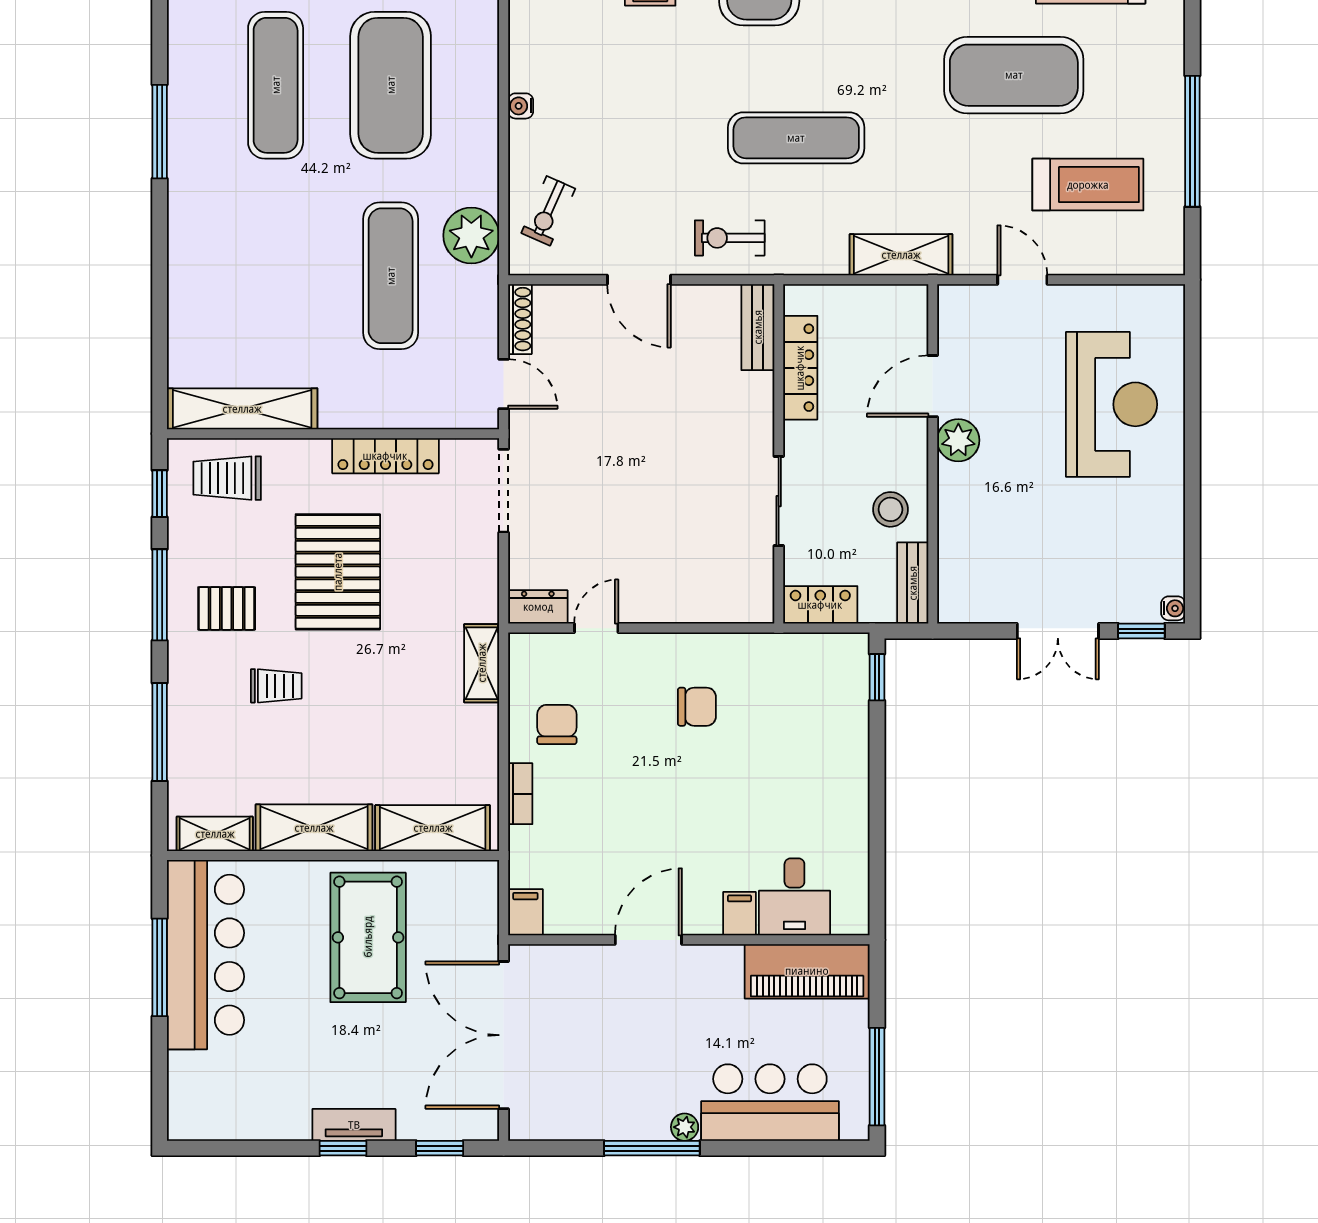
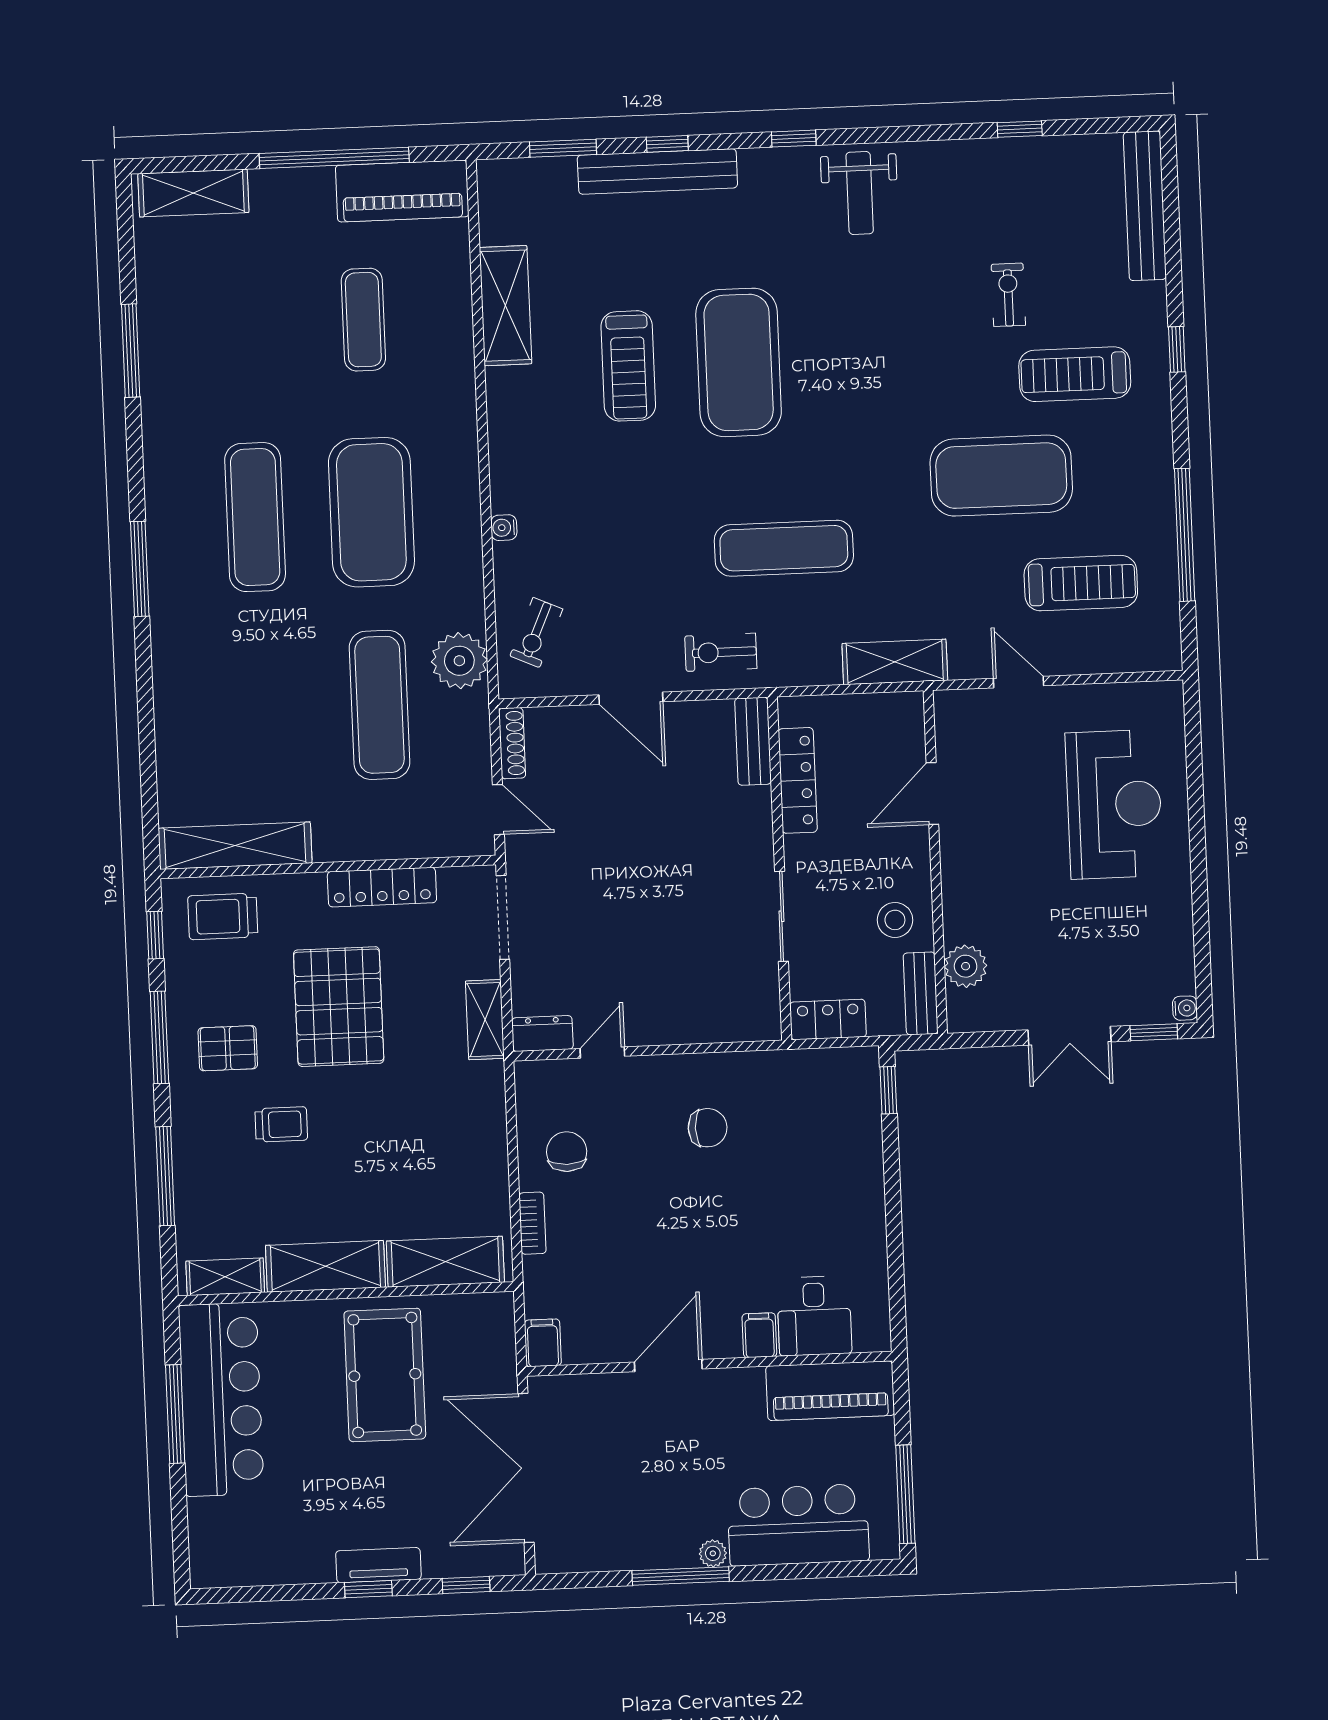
plant: (958, 440) -> (966, 966), moved
shelving: (482, 663) -> (485, 1020), moved

